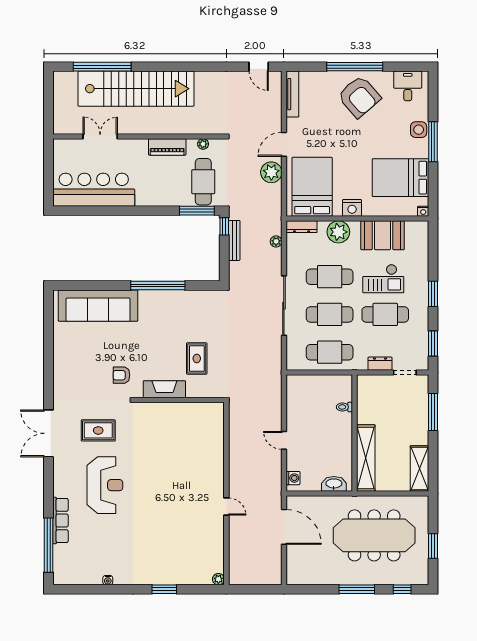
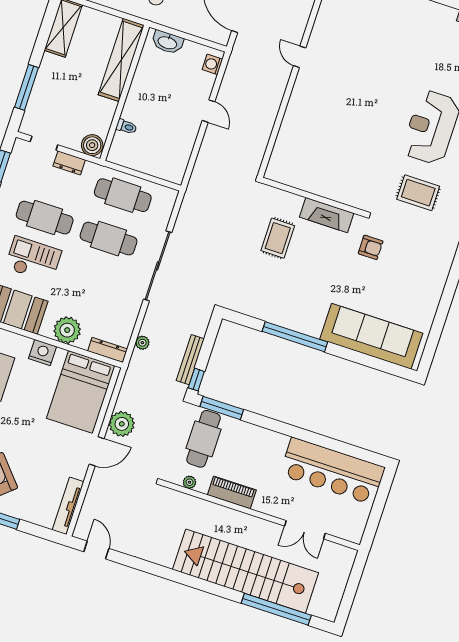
cafe table: (330, 277) -> (94, 282), removed
boiler: (367, 384) -> (92, 145), added

